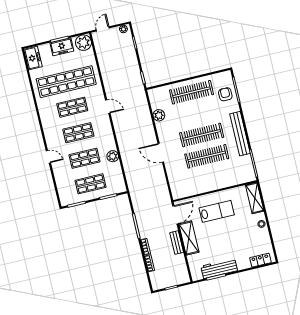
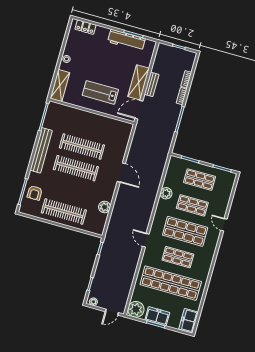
shop shelf: (78, 133) -> (185, 231), width x1.43, depth x1.36

